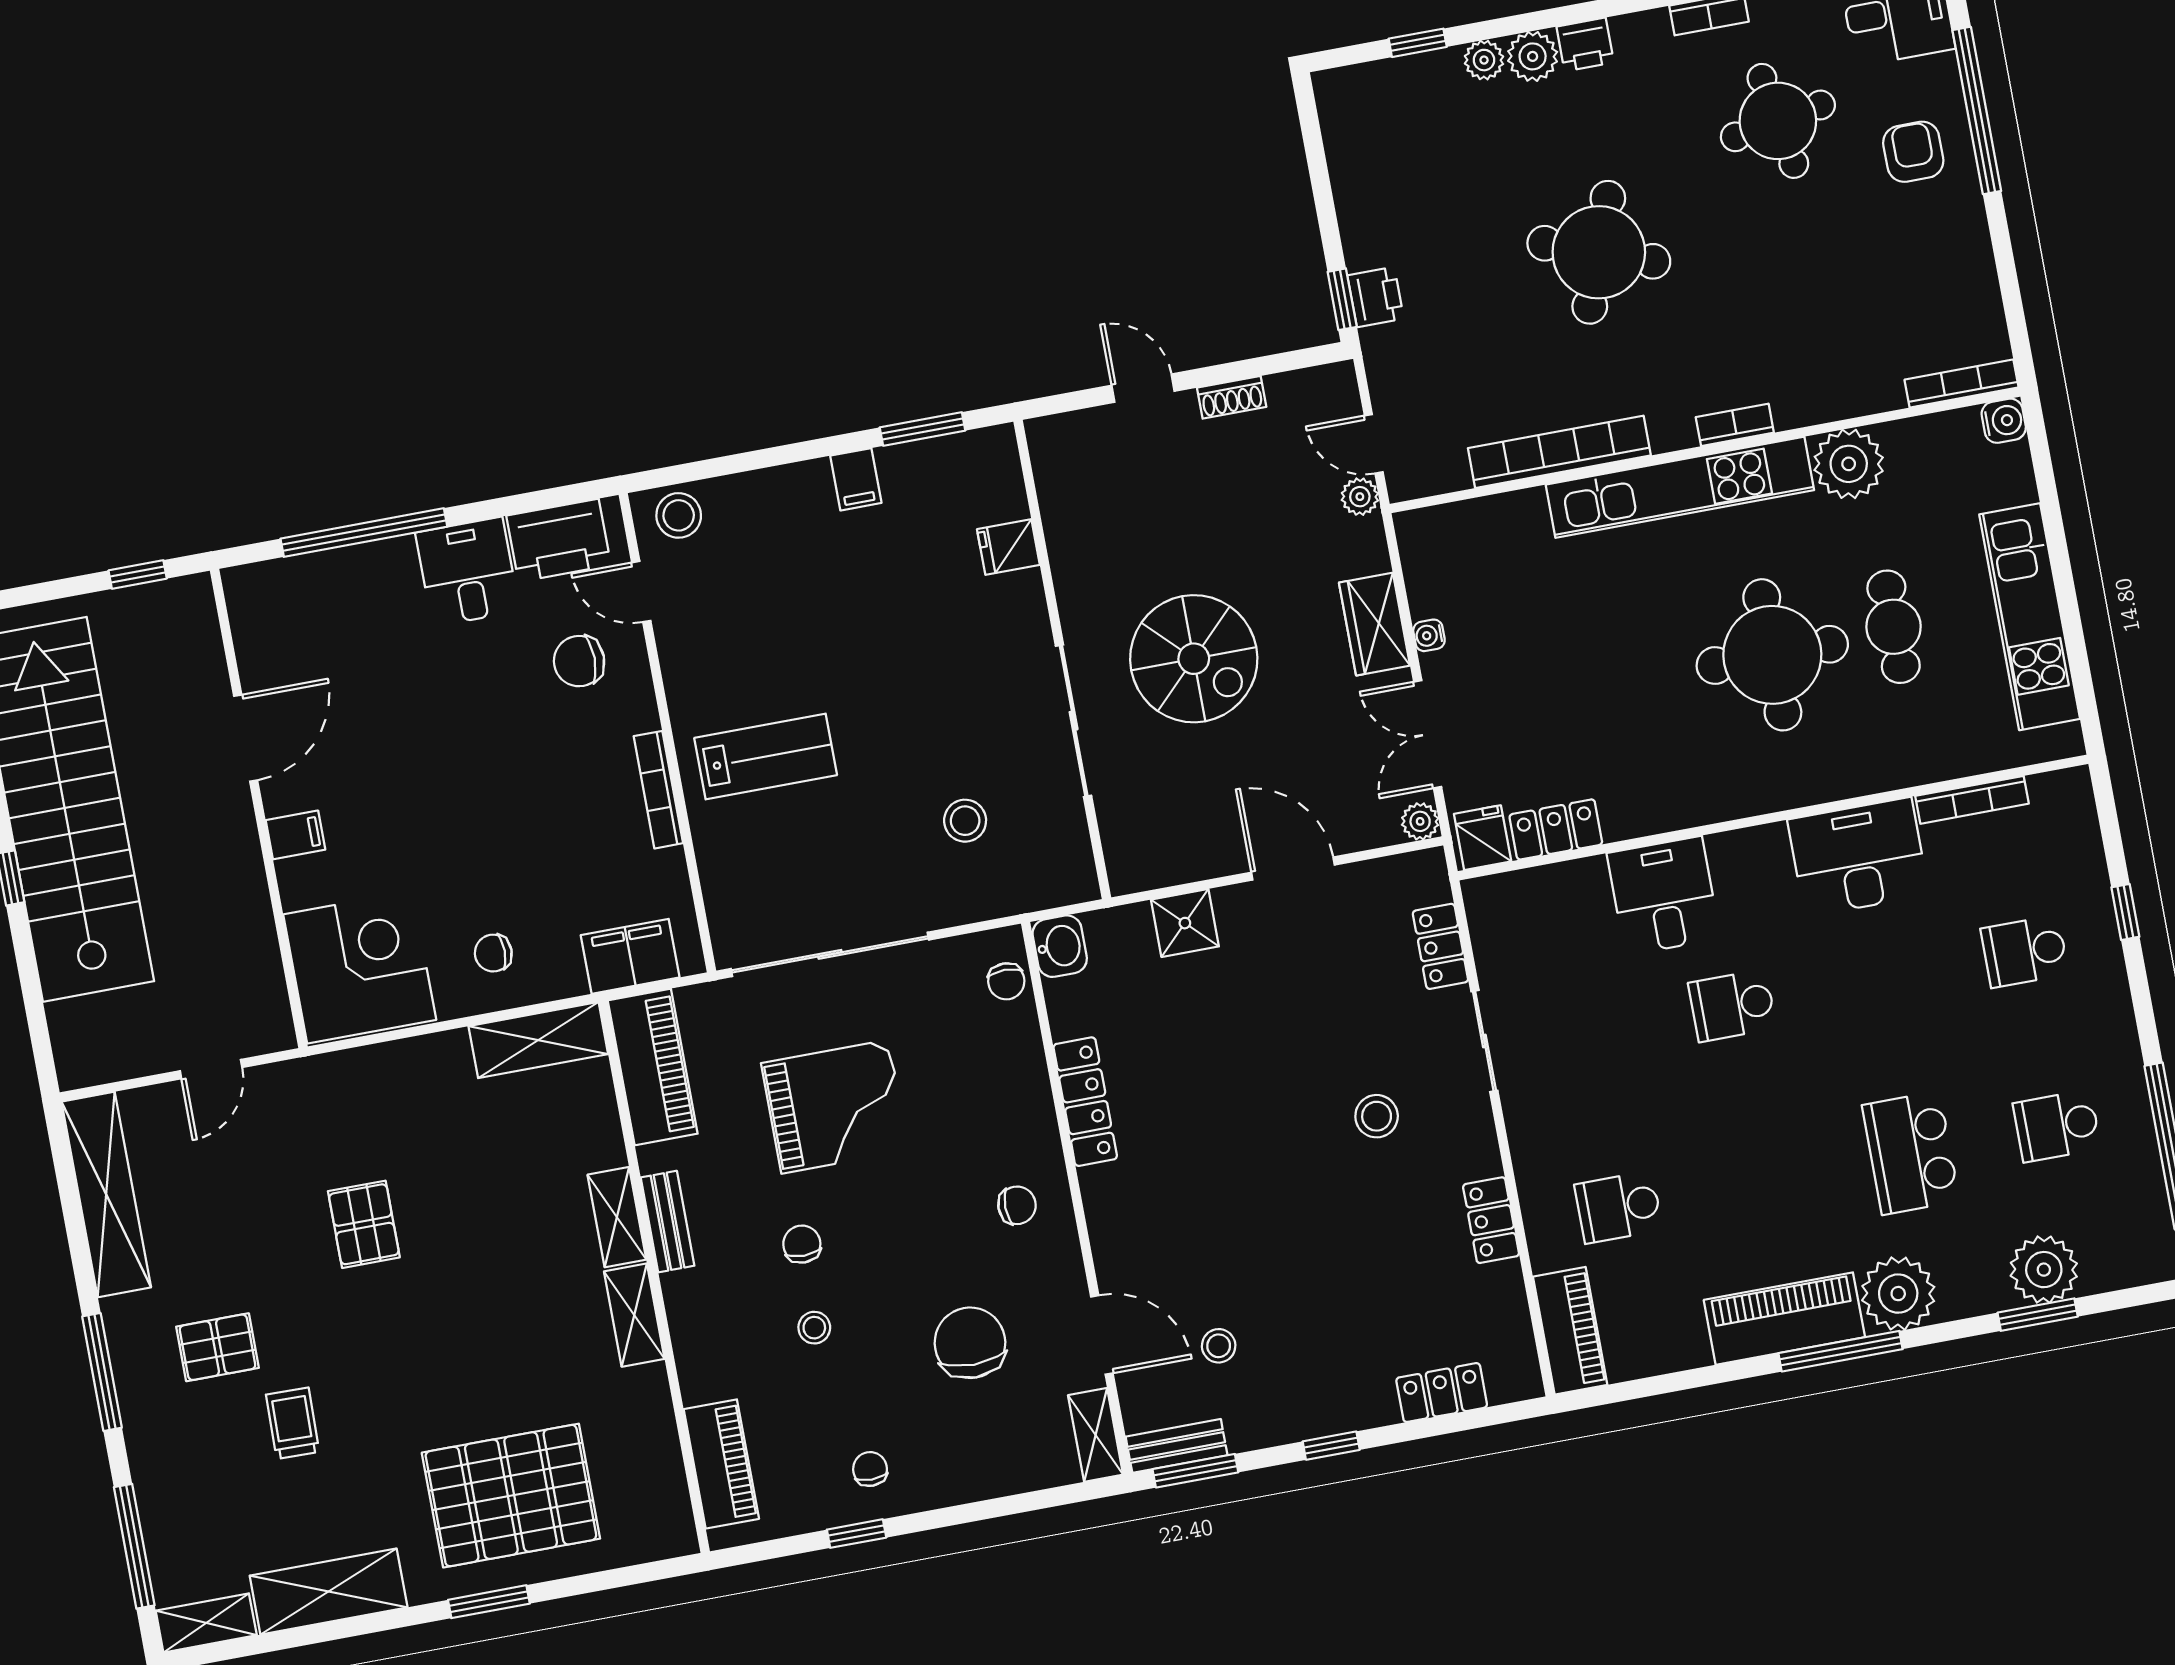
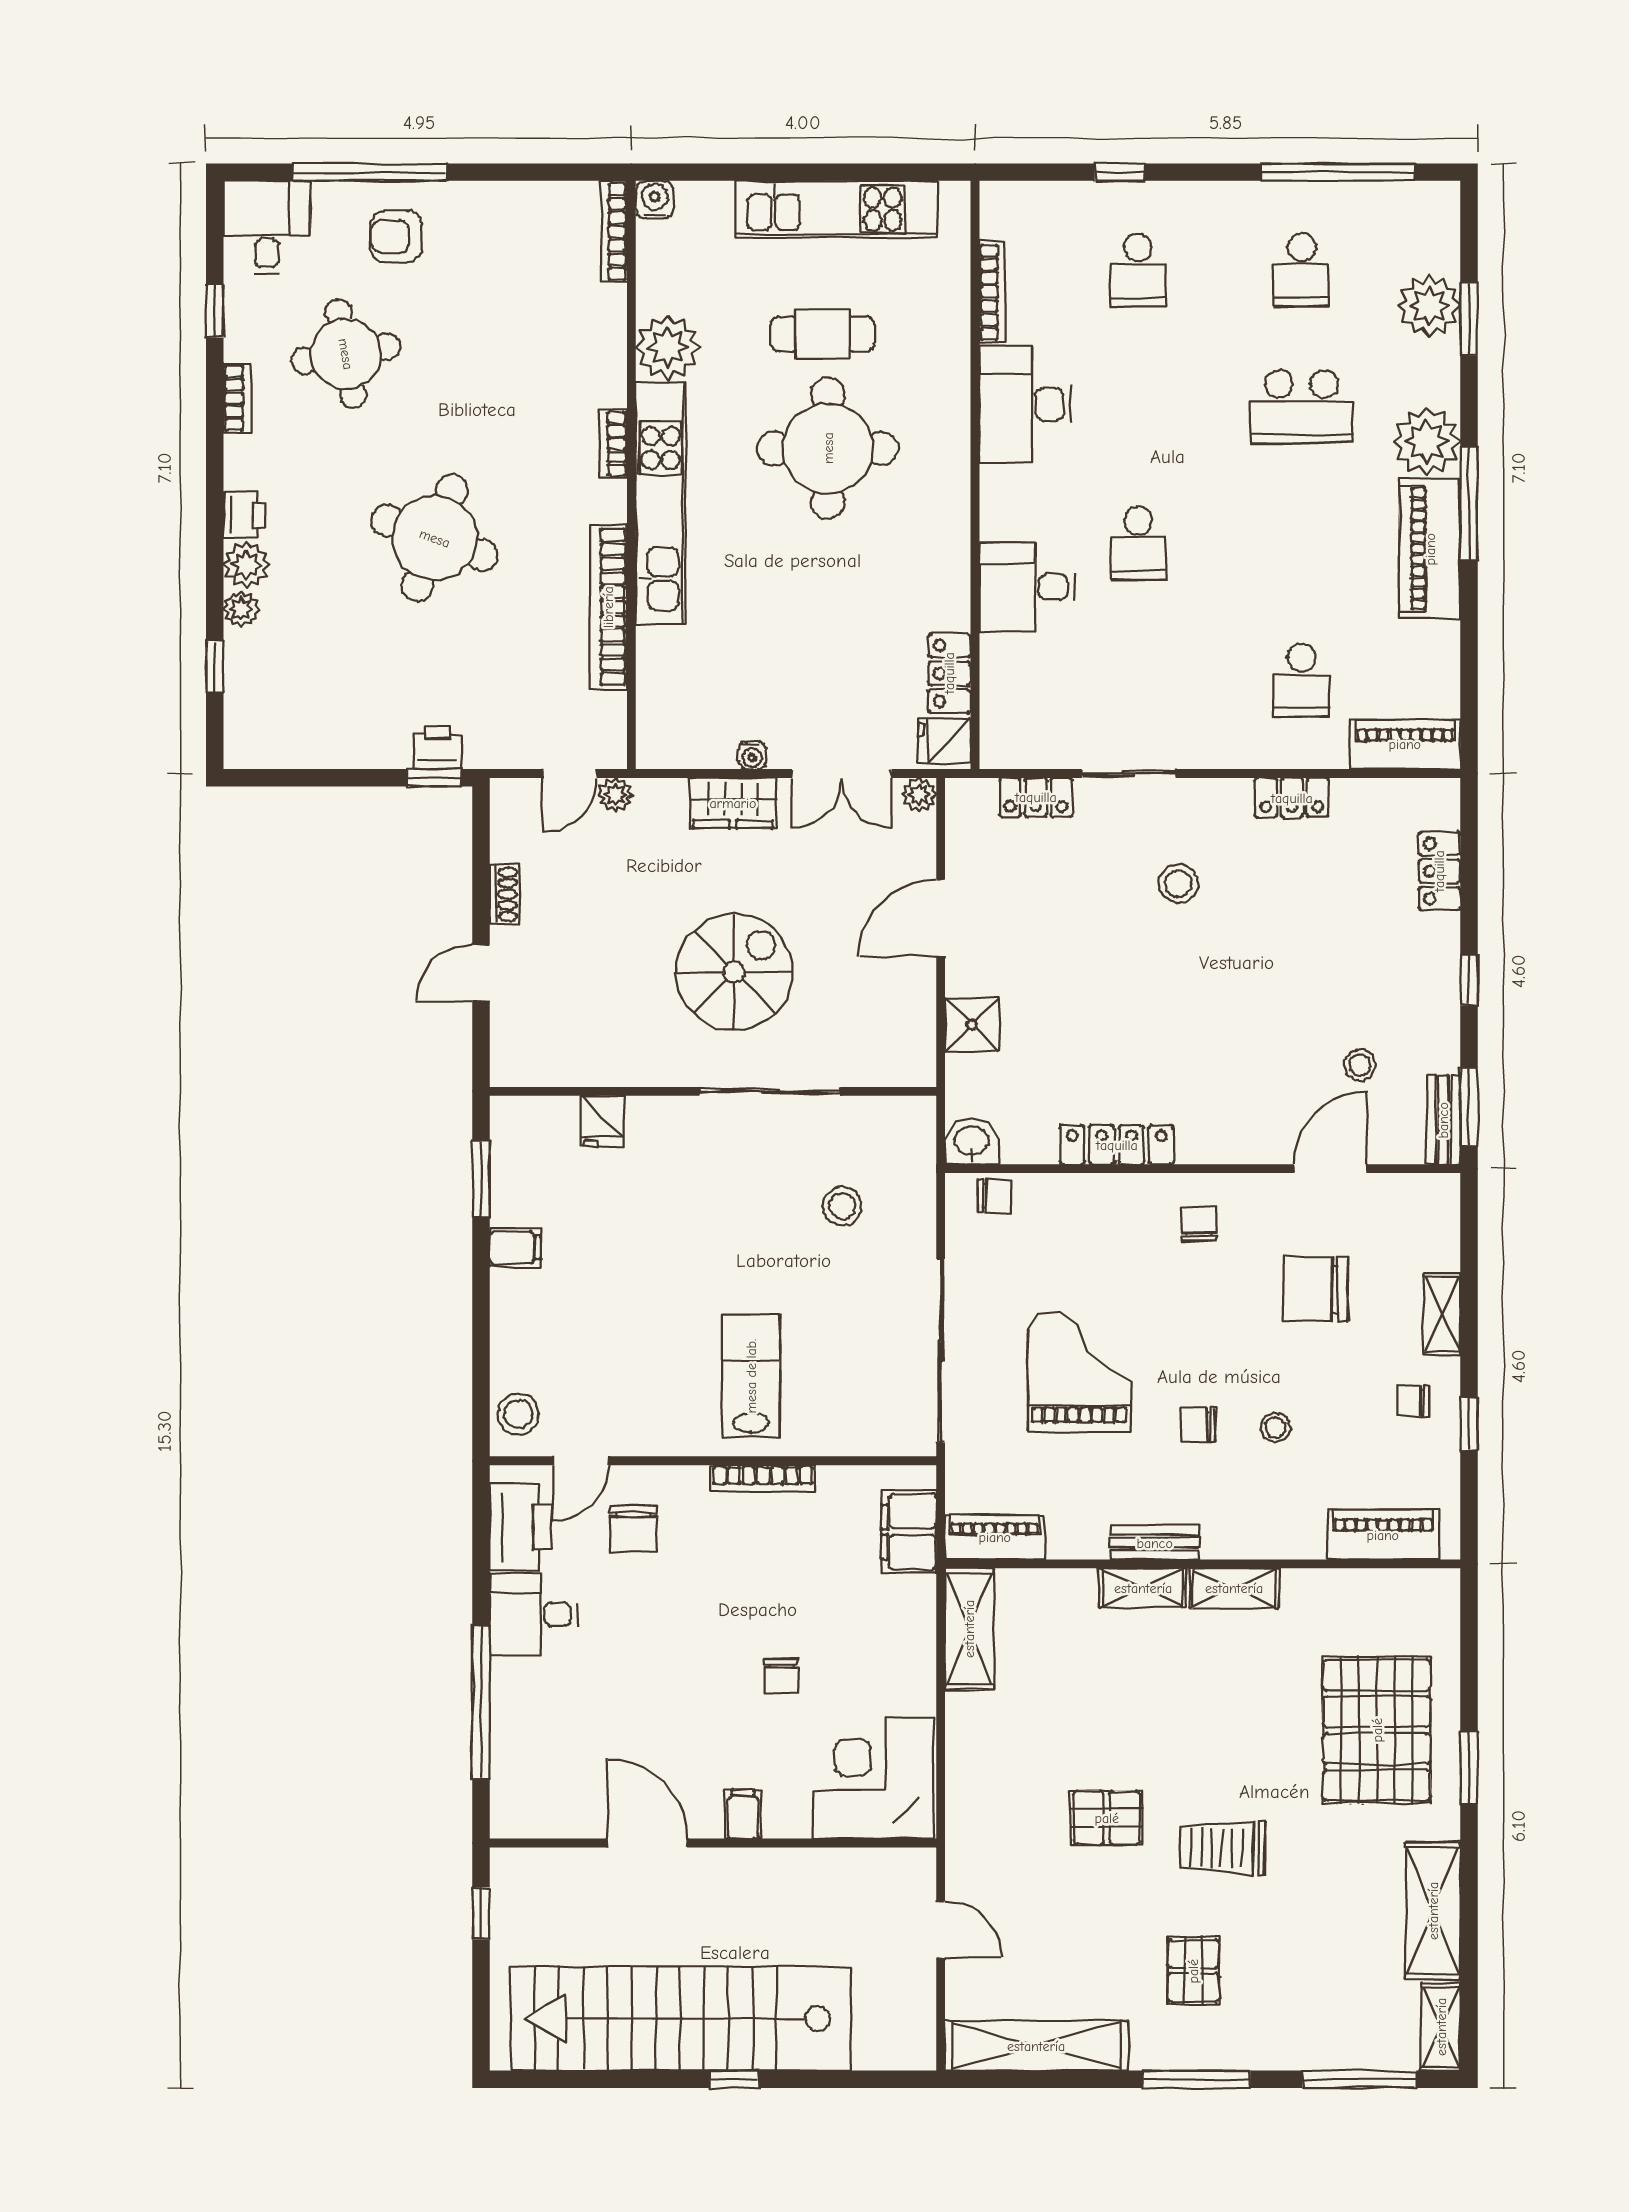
chair: (493, 953) -> (781, 1676), moved
piano: (653, 1067) -> (995, 1537), width x0.73, depth x0.75
trolley: (293, 1423) -> (1223, 1848), moved, width x1.36, depth x1.39
shelving: (1096, 1435) -> (1442, 1314), moved, turned 90

